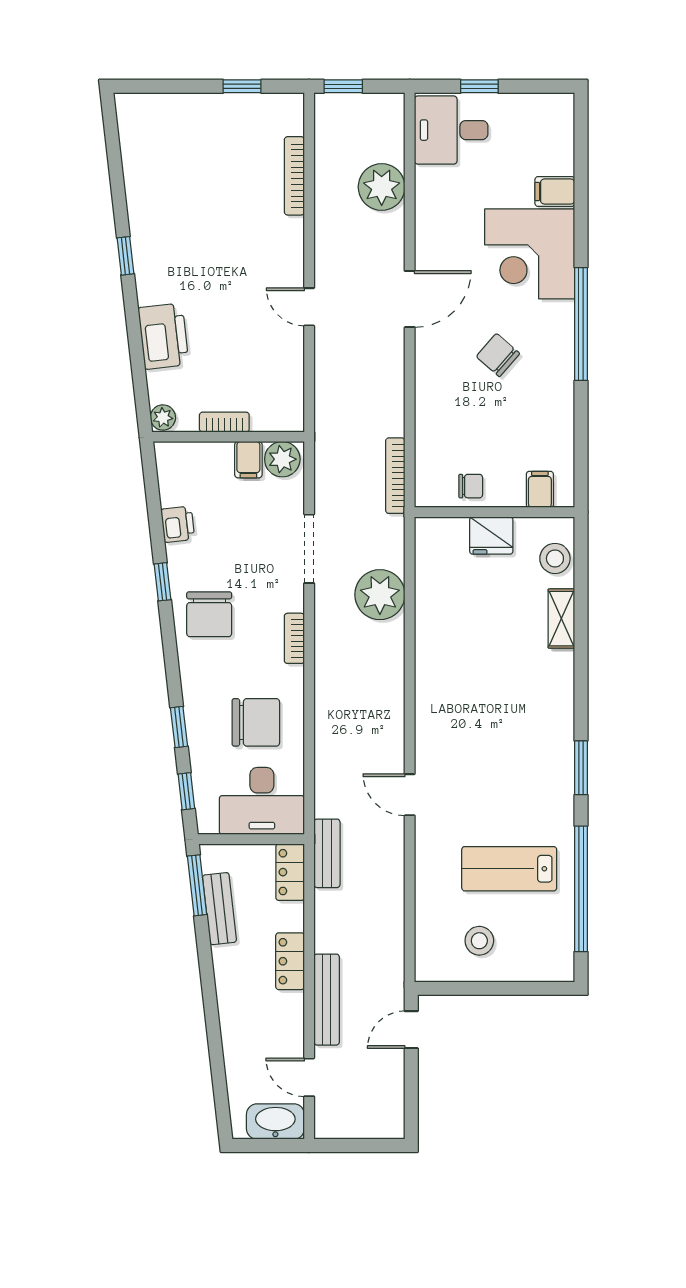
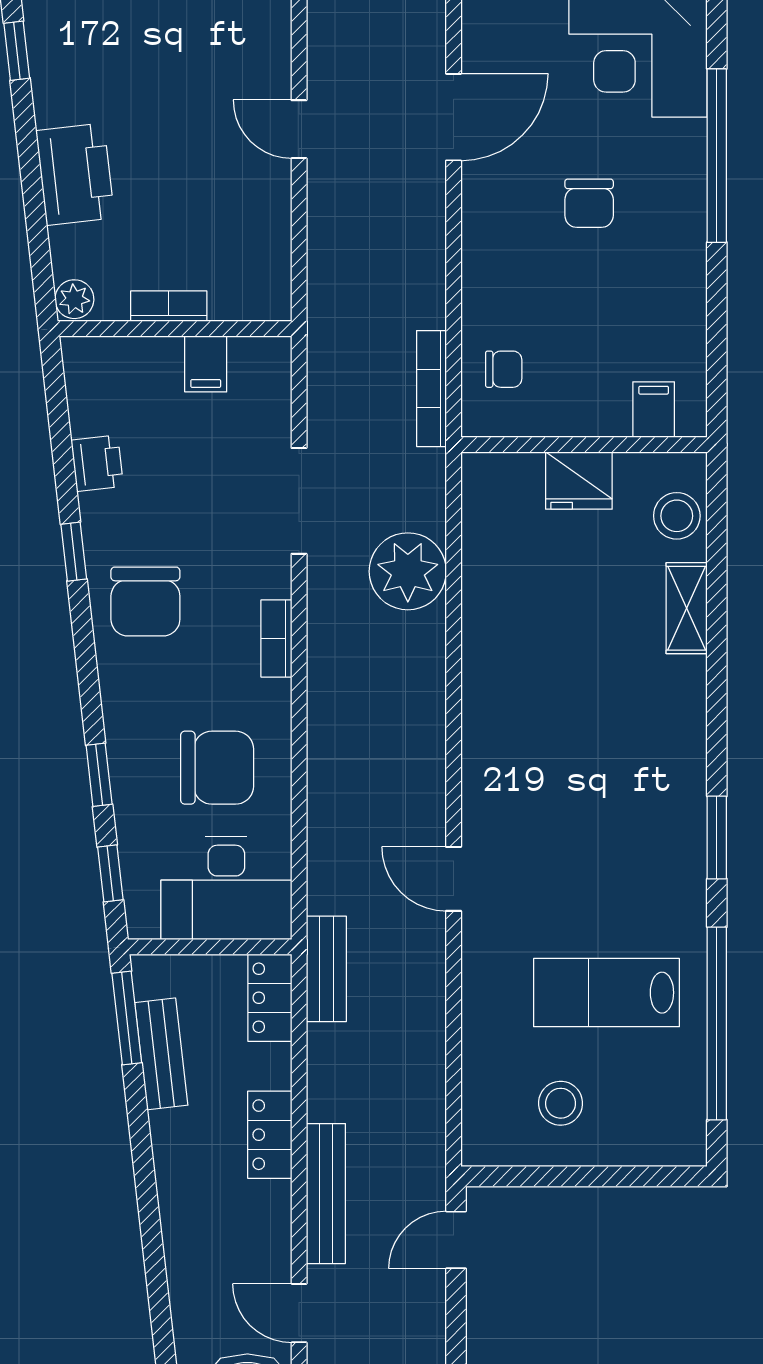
chair: (498, 355) -> (589, 203), turned -131
plant: (282, 459) -> (258, 363), removed
chair: (471, 486) -> (504, 369), moved

